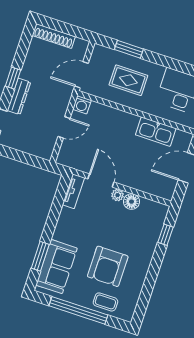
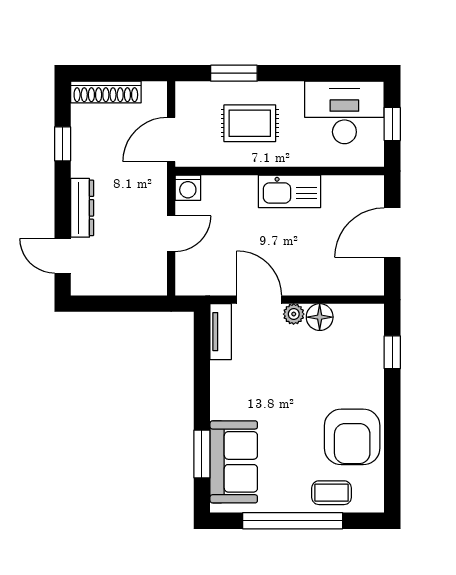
window: (13, 78) -> (63, 144), moved
kitchen sink: (156, 132) -> (289, 191), moved
armchair: (108, 266) -> (352, 437), moved

